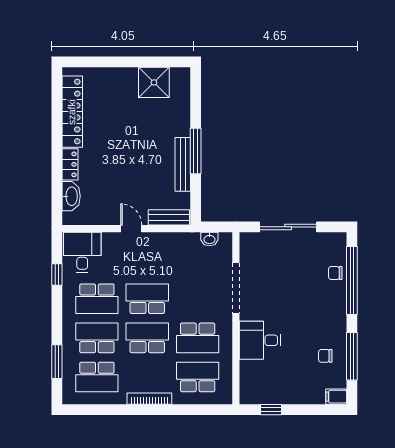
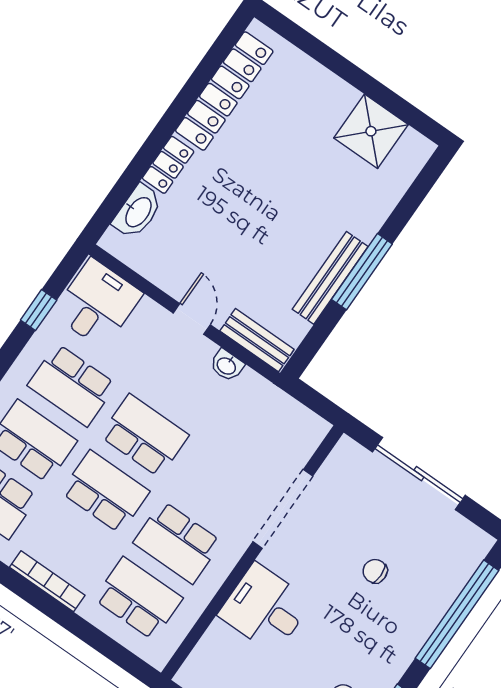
washbasin: (209, 239) -> (227, 365), moved
chair: (335, 273) -> (375, 571), moved

